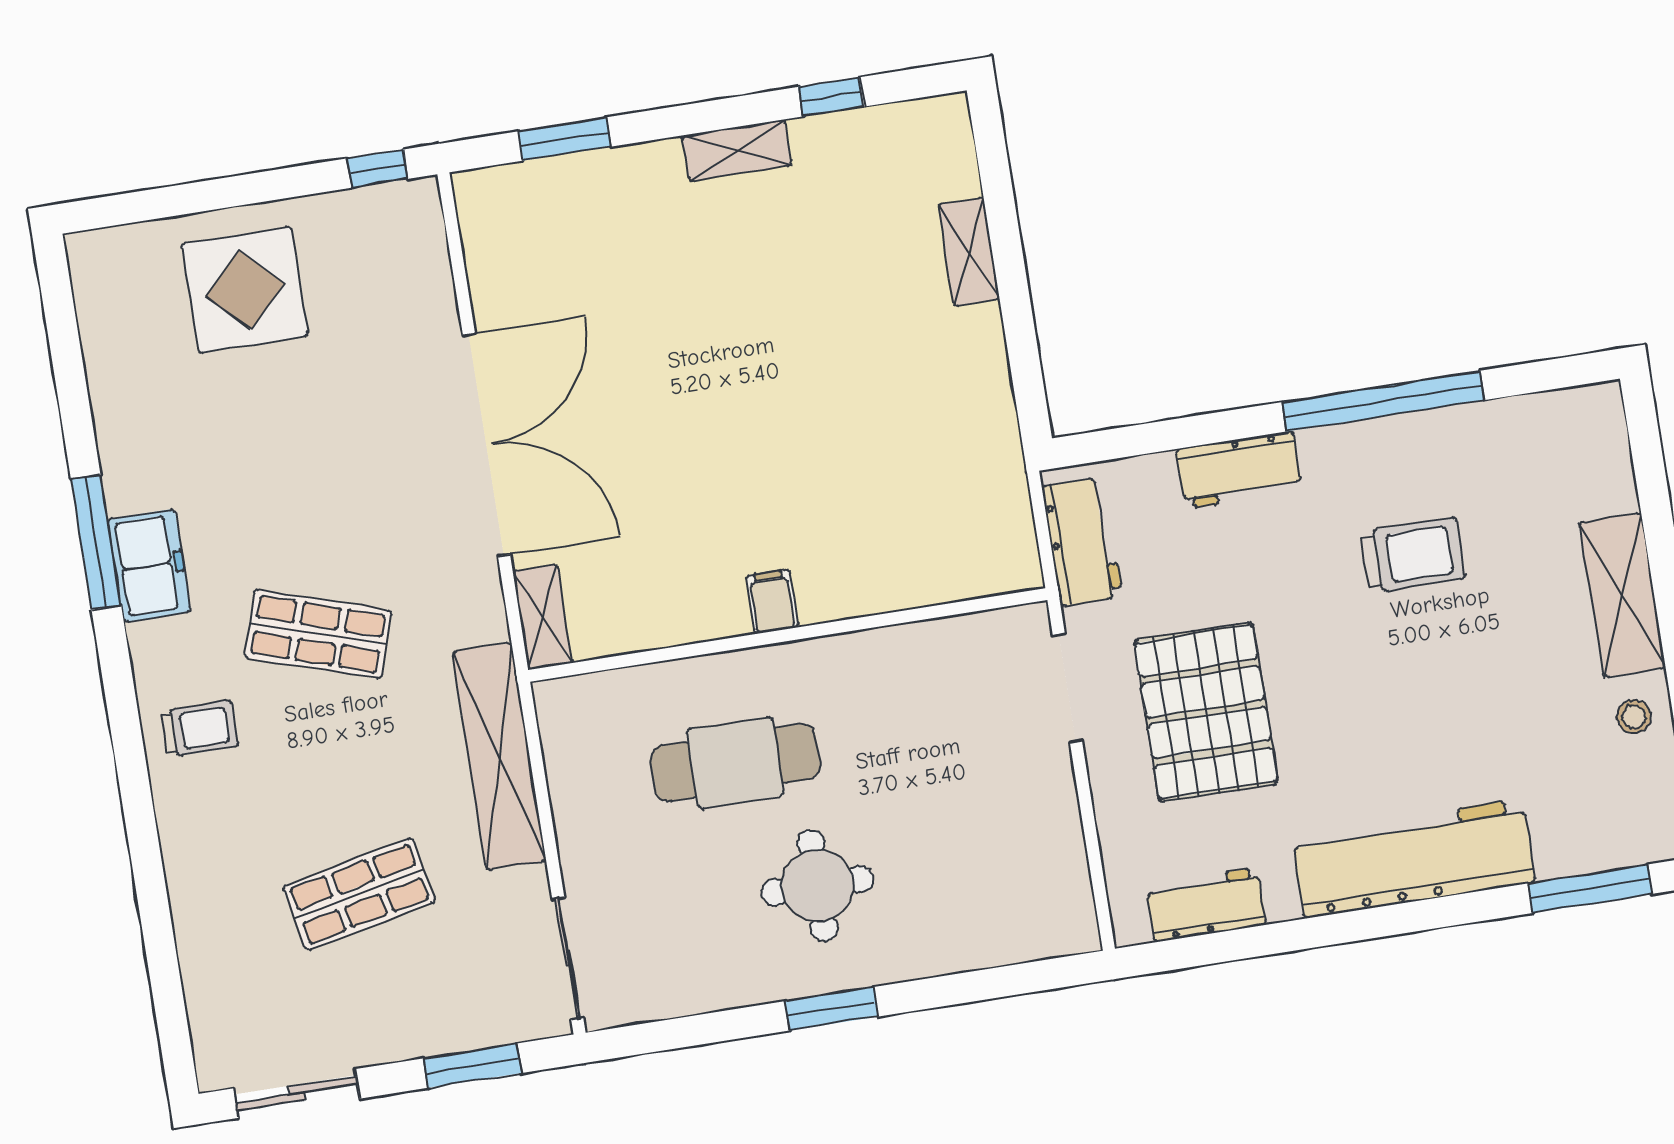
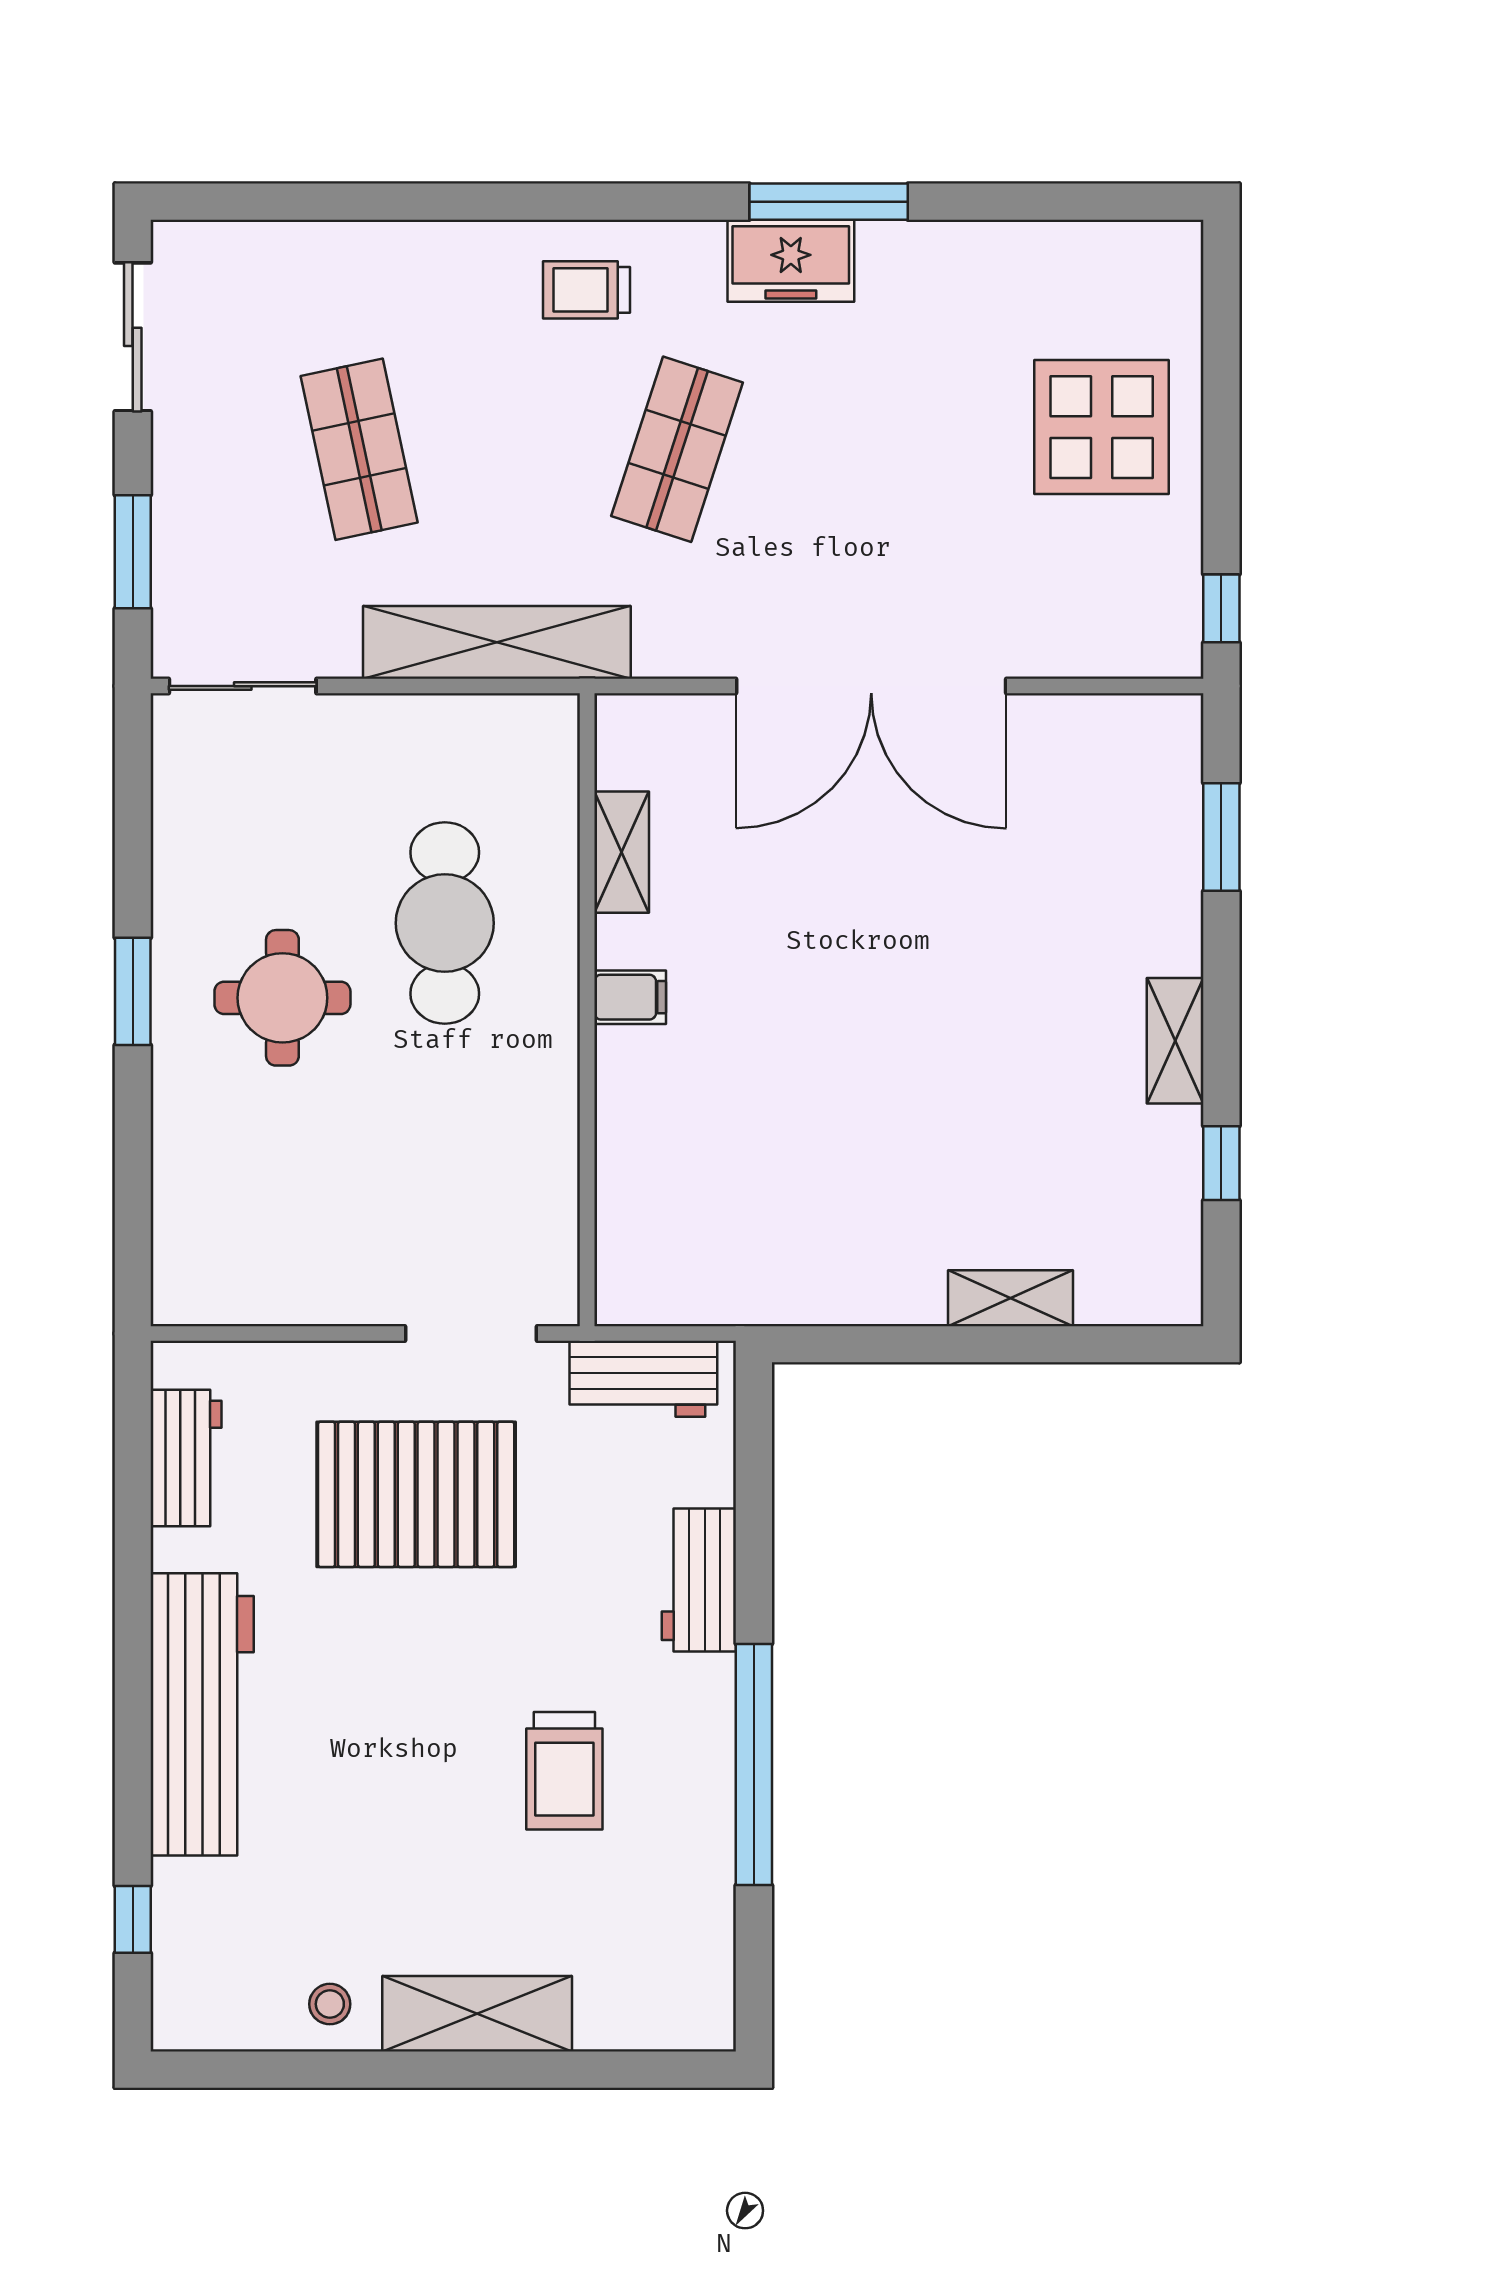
shelving: (543, 617) -> (622, 852), moved, turned 90
trolley: (199, 729) -> (586, 290), turned 90
window: (1590, 889) -> (133, 1919), width x0.46

